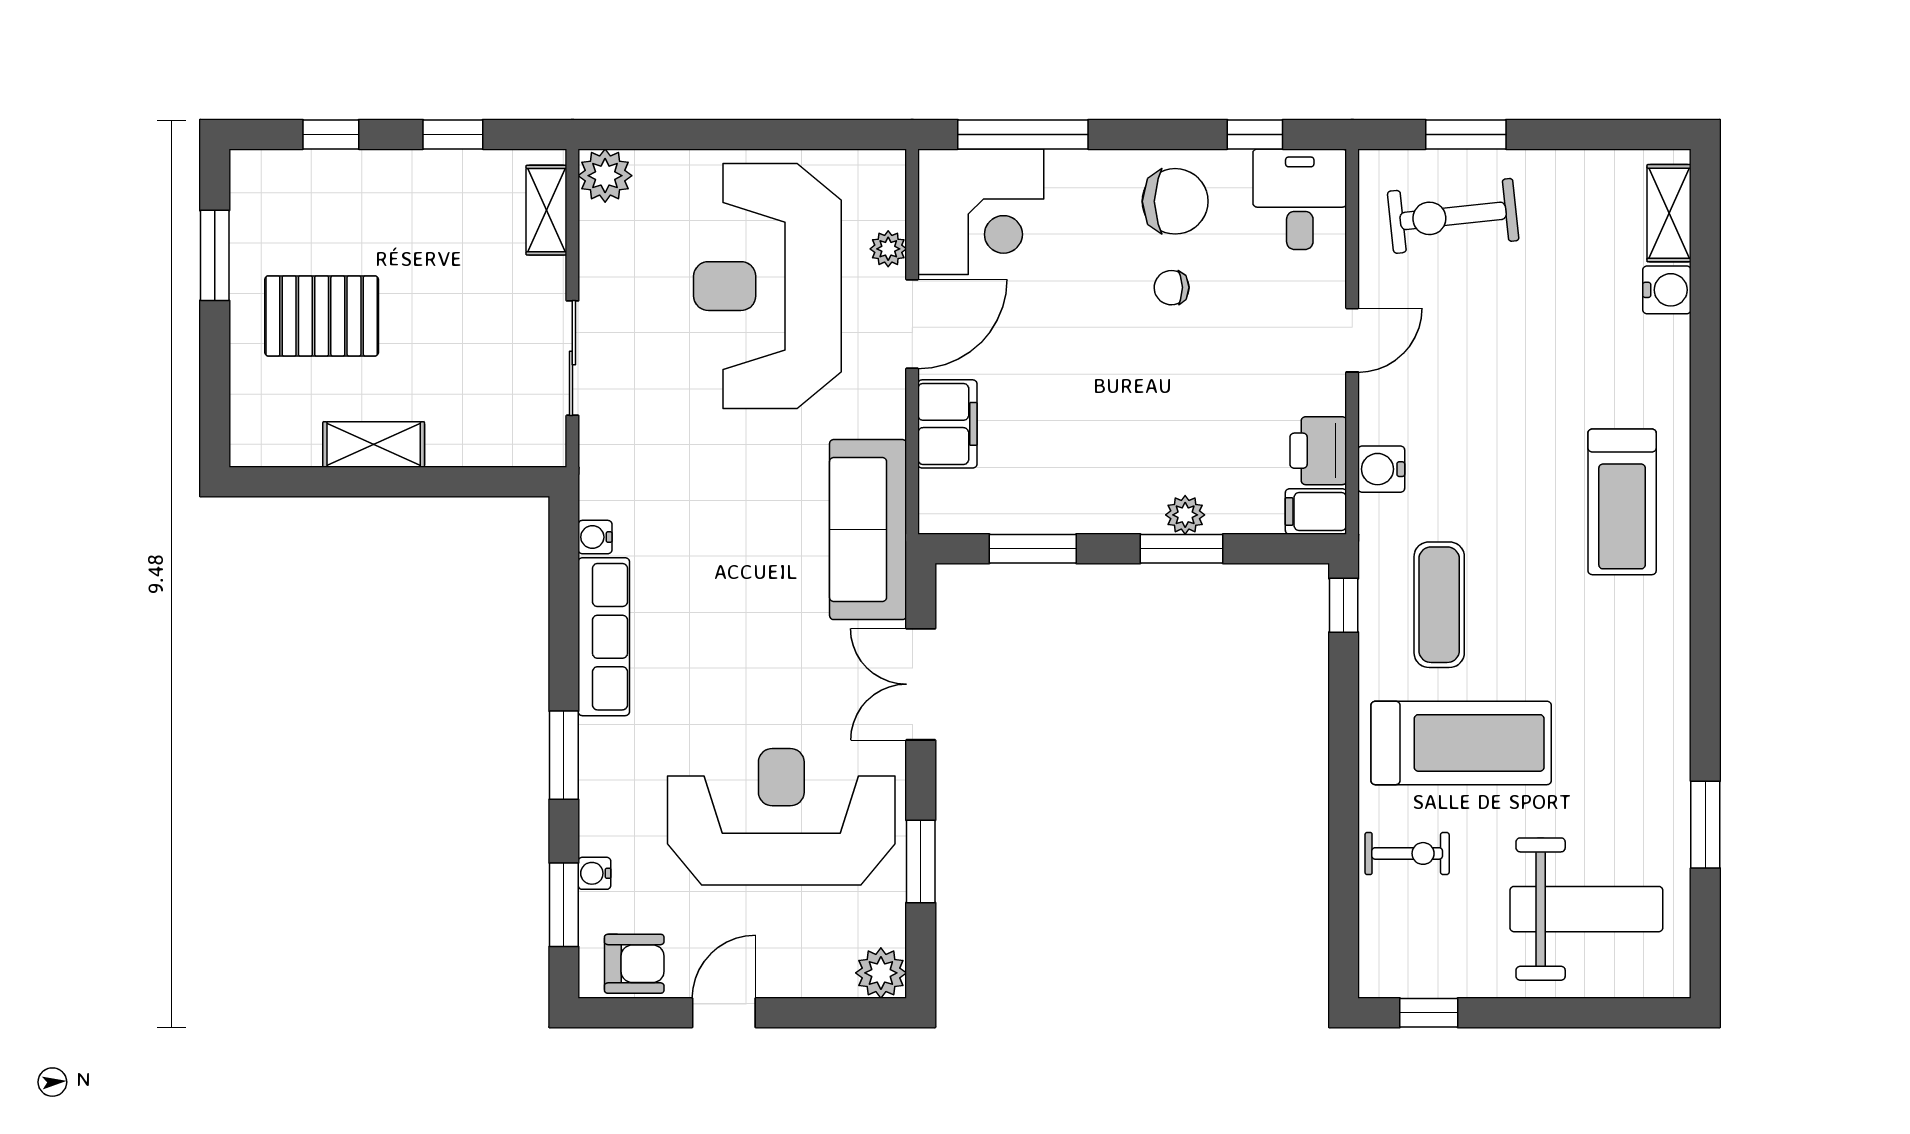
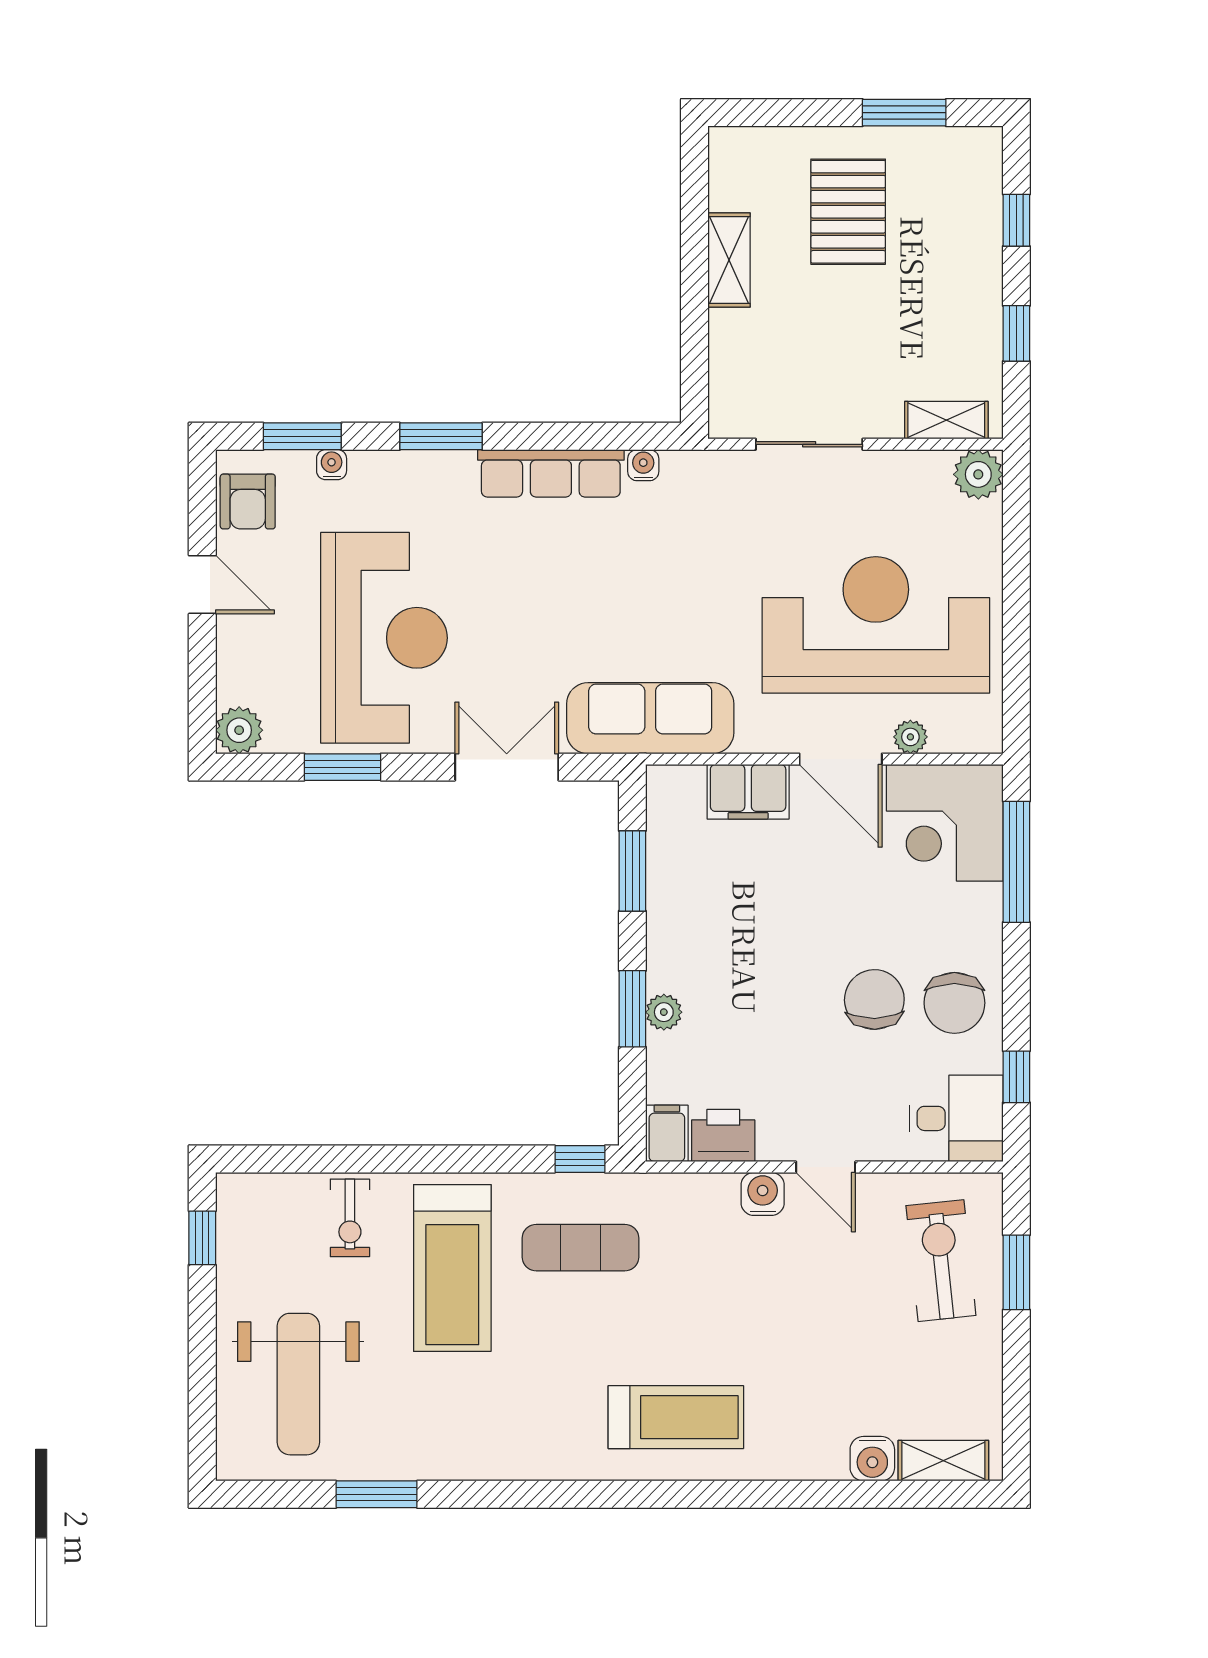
chair: (1172, 288) -> (874, 1000), width x1.87, depth x1.87
water cooler: (1381, 469) -> (763, 1194), moved
treadmill: (1622, 502) -> (676, 1417), turned 180

